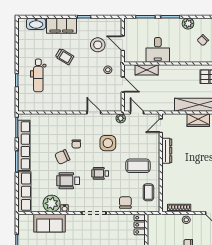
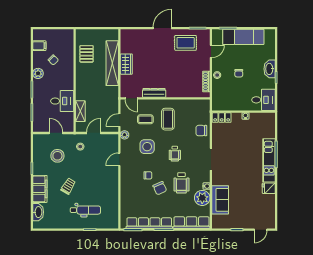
door: (123, 43) -> (56, 133), swing flipped
coffee table: (148, 192) -> (145, 119), moved

